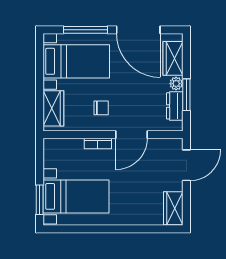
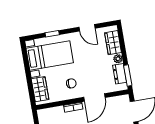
window: (86, 30) -> (52, 34), width x0.46
door: (138, 30) -> (87, 28), width x0.53
window: (186, 95) -> (128, 75), moved

